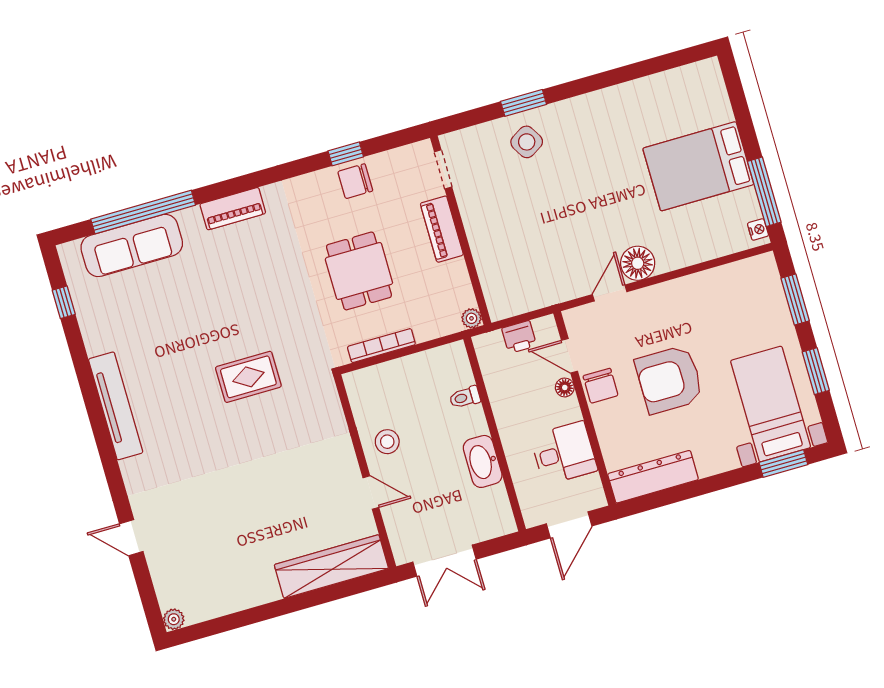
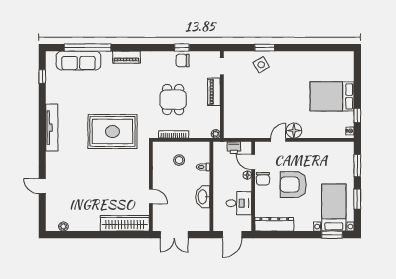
window: (764, 192) -> (357, 115), width x0.46
rug: (248, 377) -> (112, 131), width x1.86, depth x2.06
stool: (387, 442) -> (179, 160), moved
plant: (174, 619) -> (63, 227), moved

